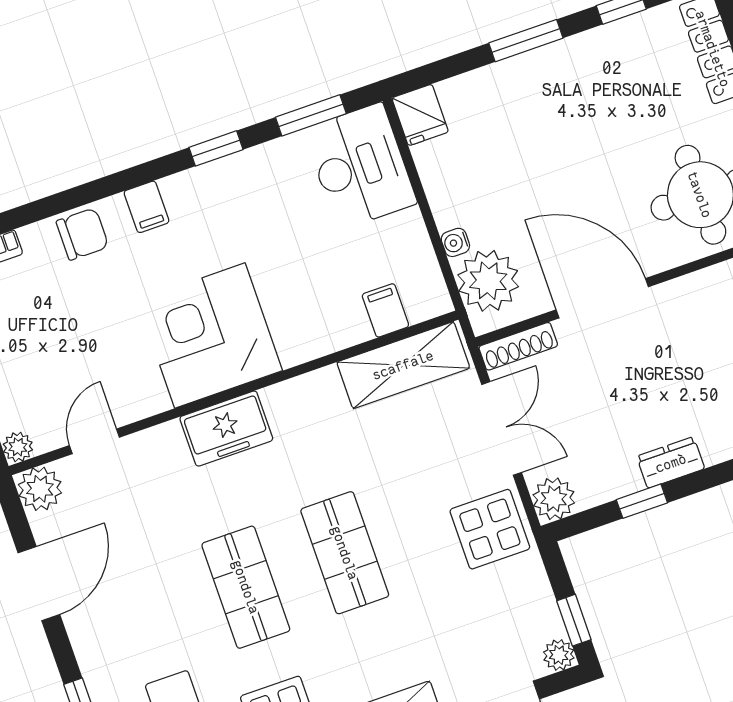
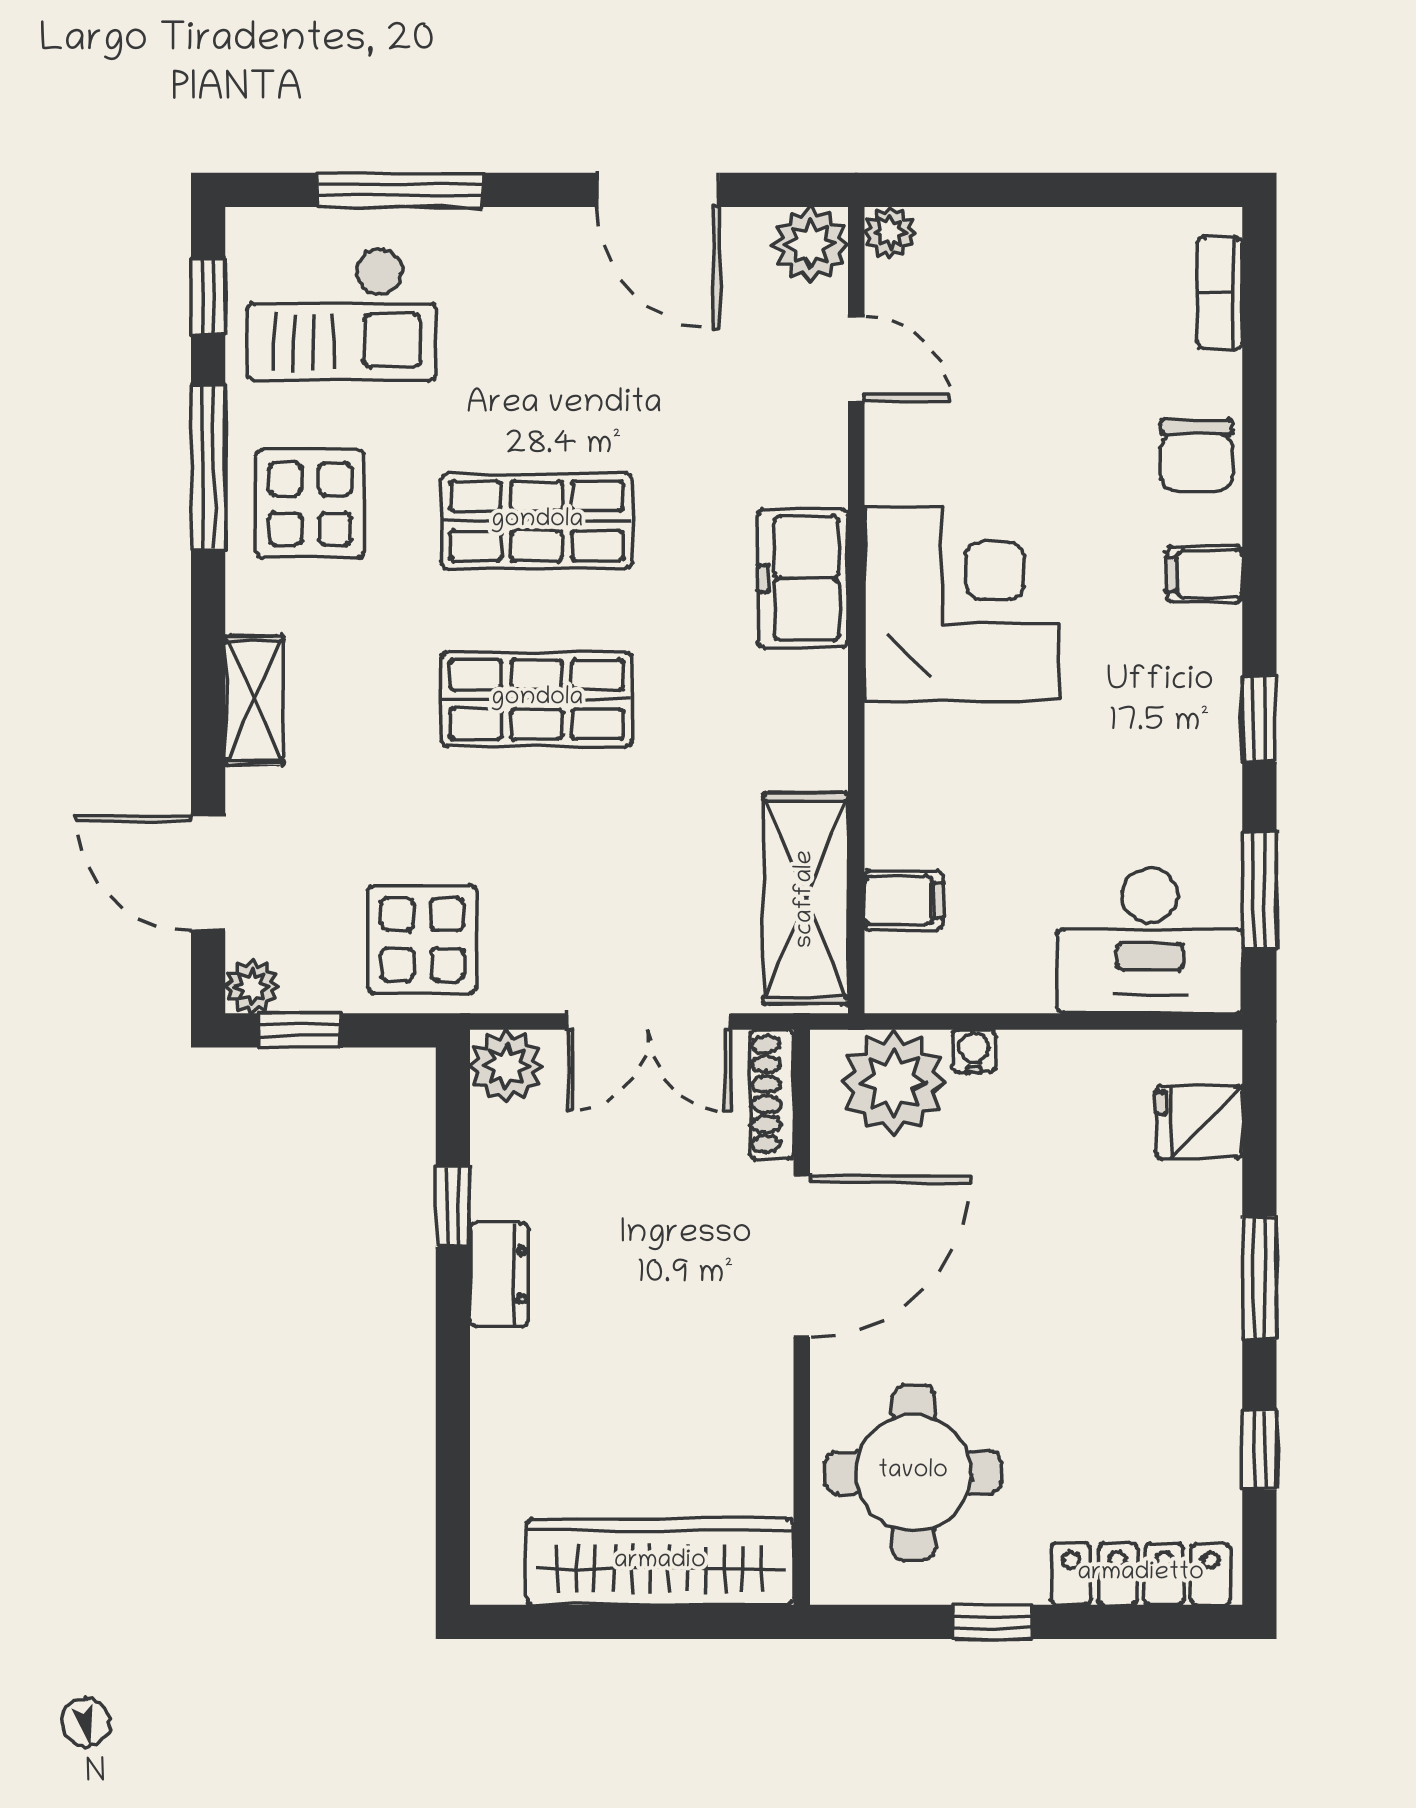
fridge: (420, 115) -> (1199, 1122), moved
display table: (490, 529) -> (422, 939), moved

